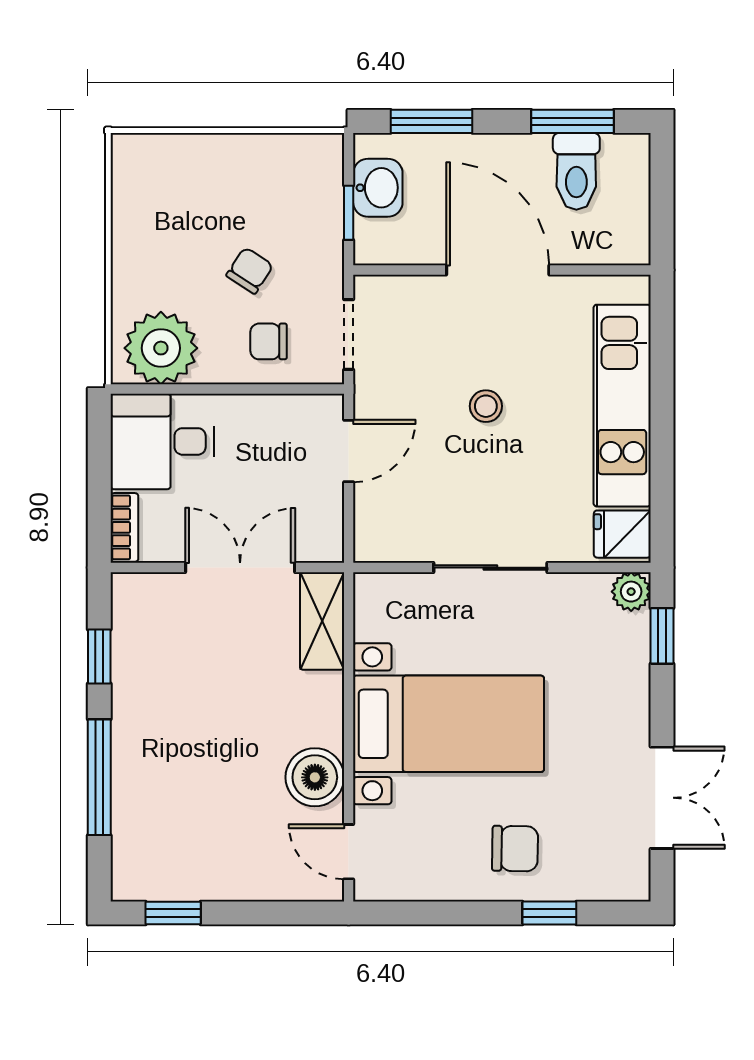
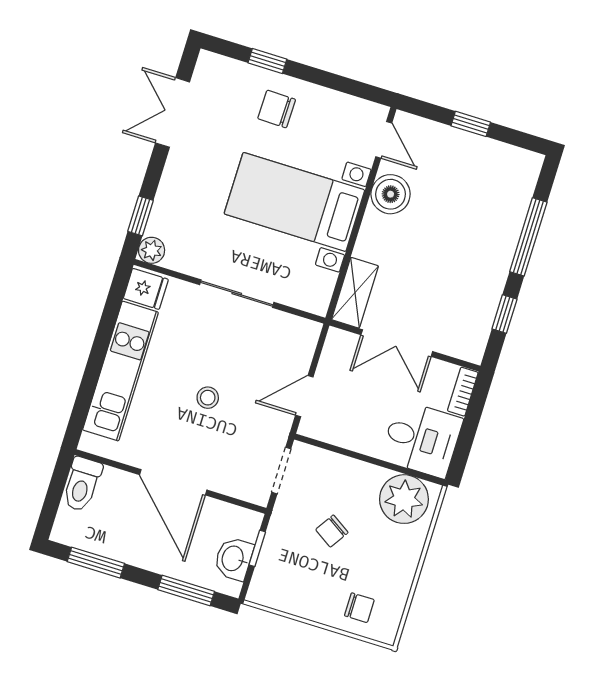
toilet: (576, 171) -> (82, 484), moved, turned 180
chair: (269, 341) -> (359, 608), moved
window: (173, 913) -> (471, 124), moved

